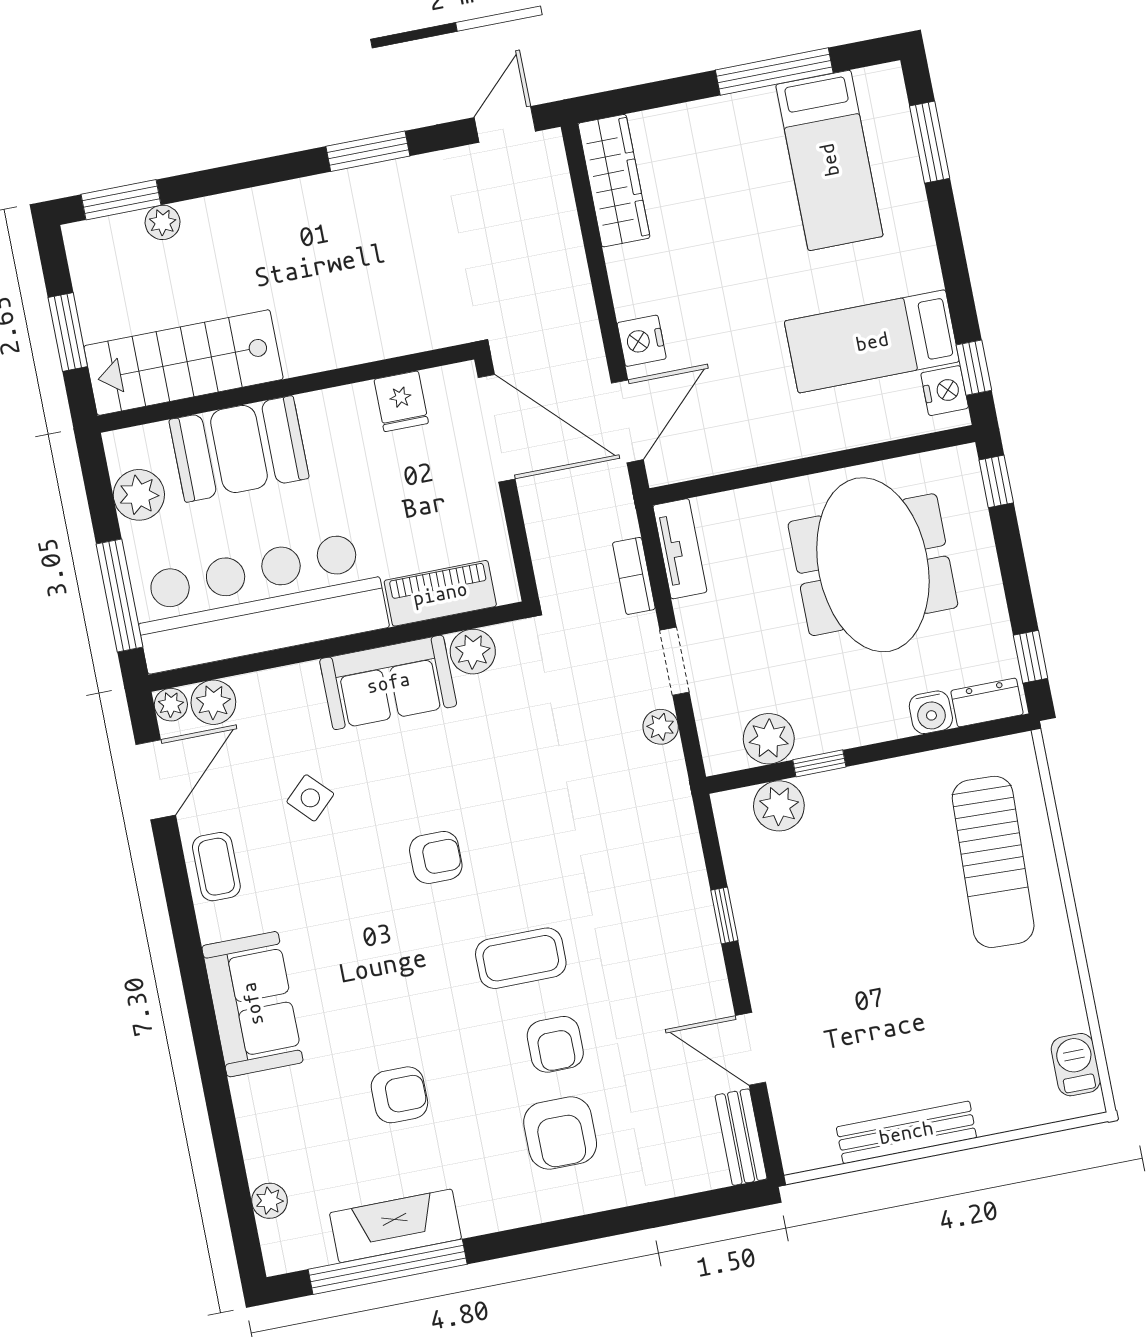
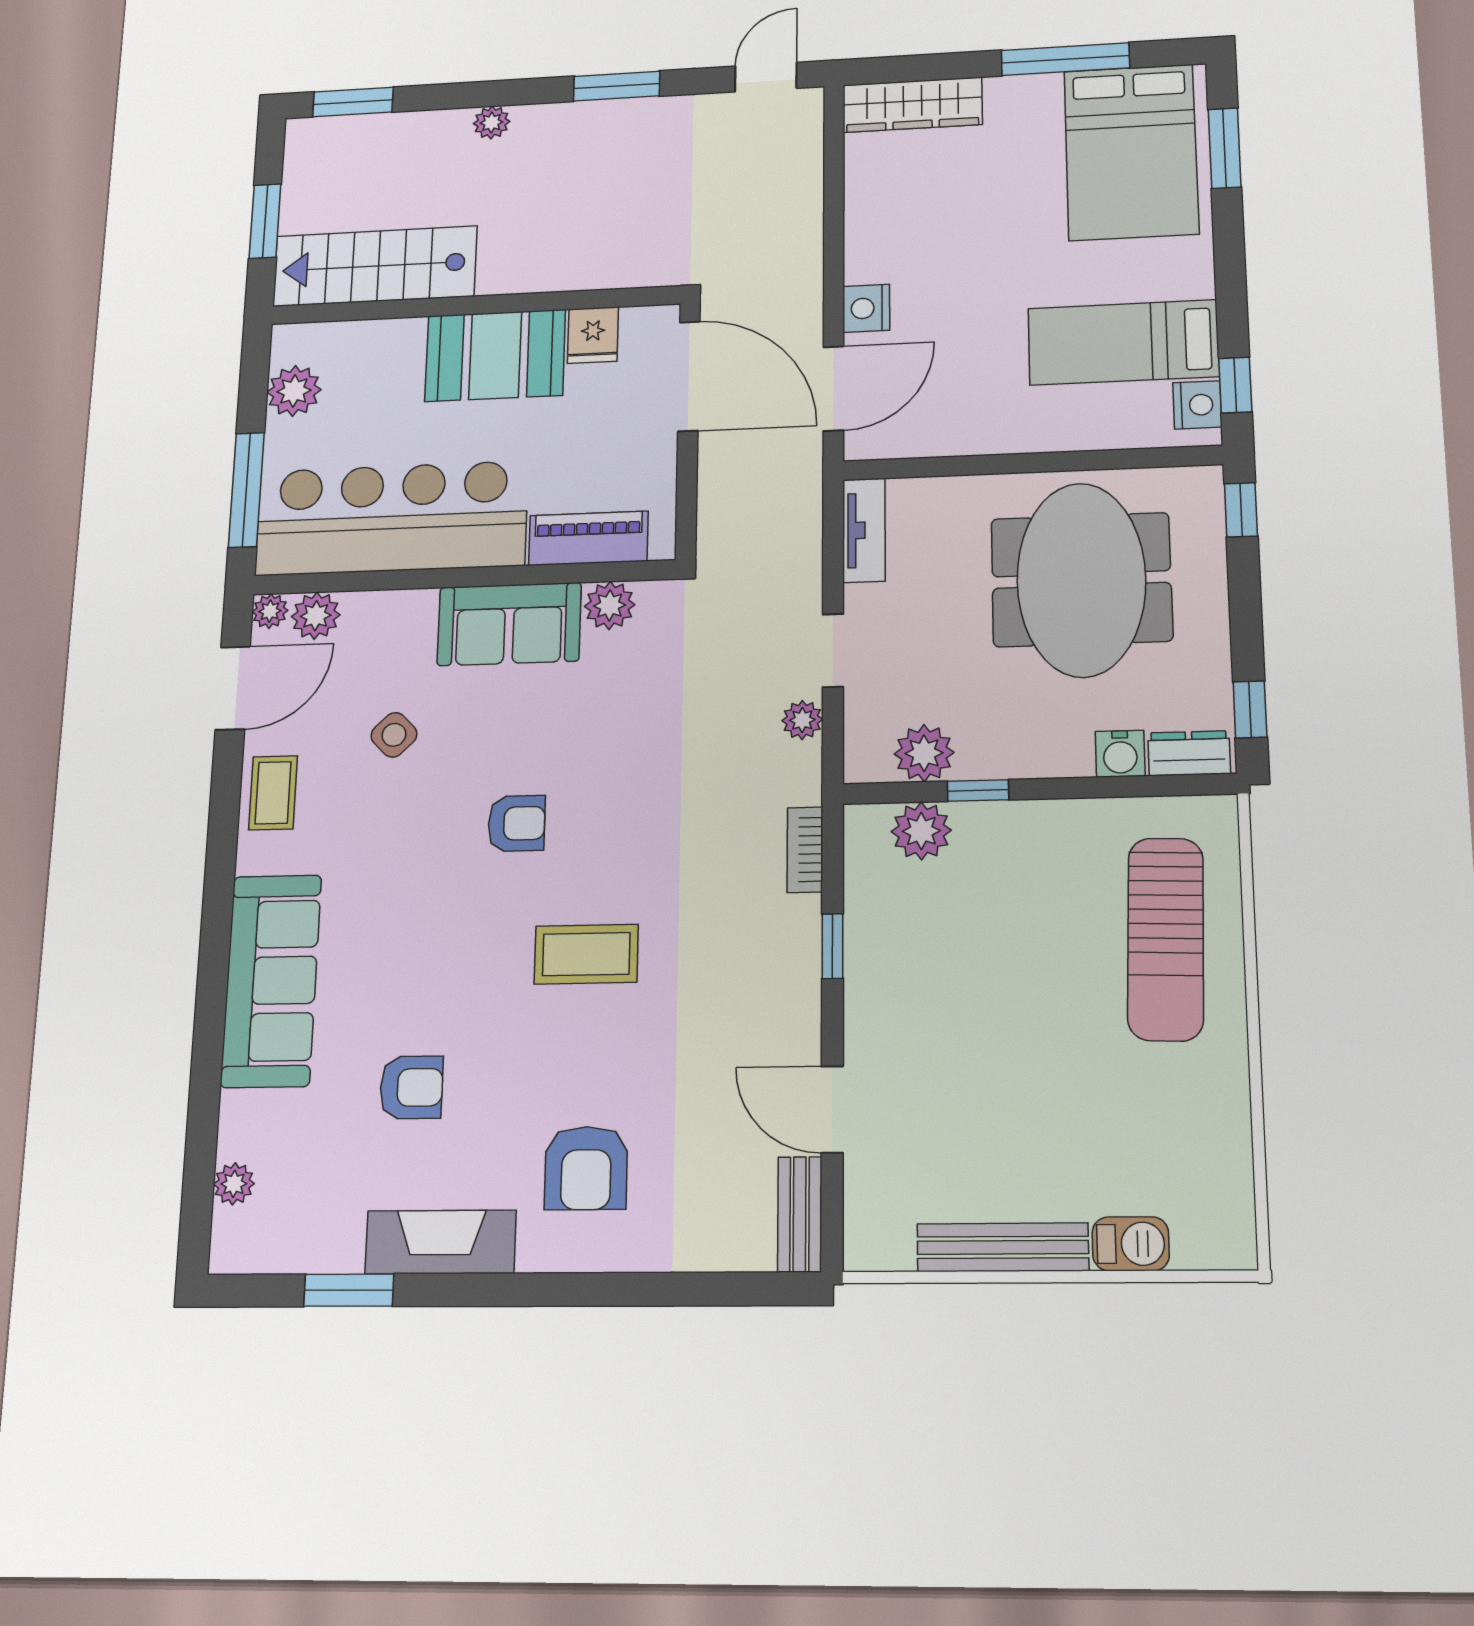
bed: (829, 160) -> (1131, 152), width x1.50
wardrobe: (614, 181) -> (912, 105), moved, turned 90
plant: (163, 222) -> (492, 122), moved
booth: (239, 449) -> (495, 355), moved
bookcase: (634, 576) -> (805, 850), moved
sofa: (252, 1004) -> (271, 980), width x1.36
armchair: (555, 1044) -> (604, 1061), removed
barbecue: (1076, 1065) -> (1131, 1244), moved, turned 90
fireplace: (396, 1226) -> (441, 1242), moved
window: (388, 1267) -> (349, 1290), width x0.47

